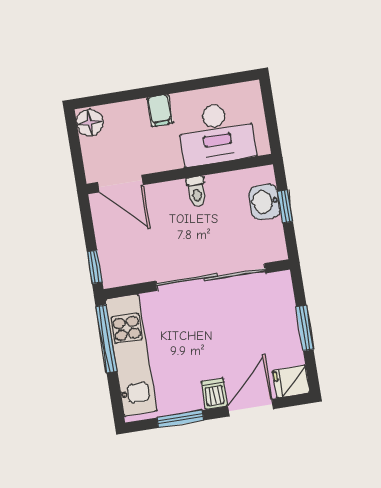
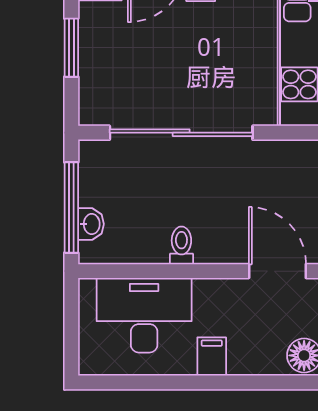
washbasin: (264, 202) -> (91, 224), width x0.72, depth x0.69
window: (285, 207) -> (71, 208), width x2.17

